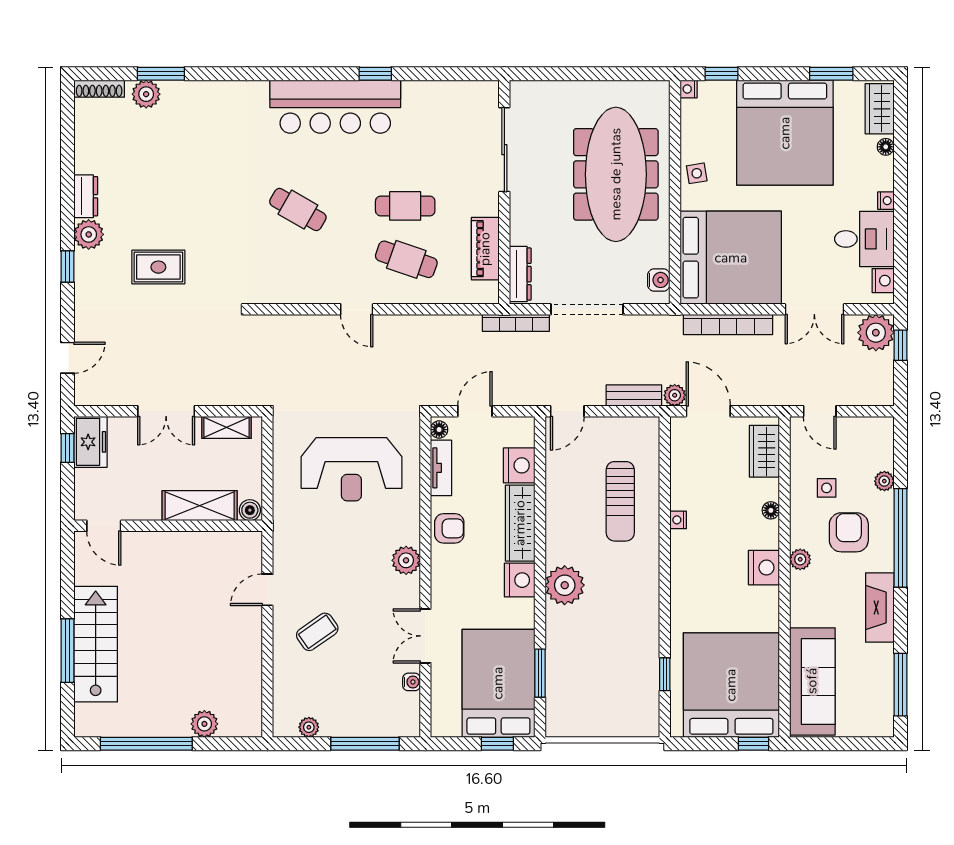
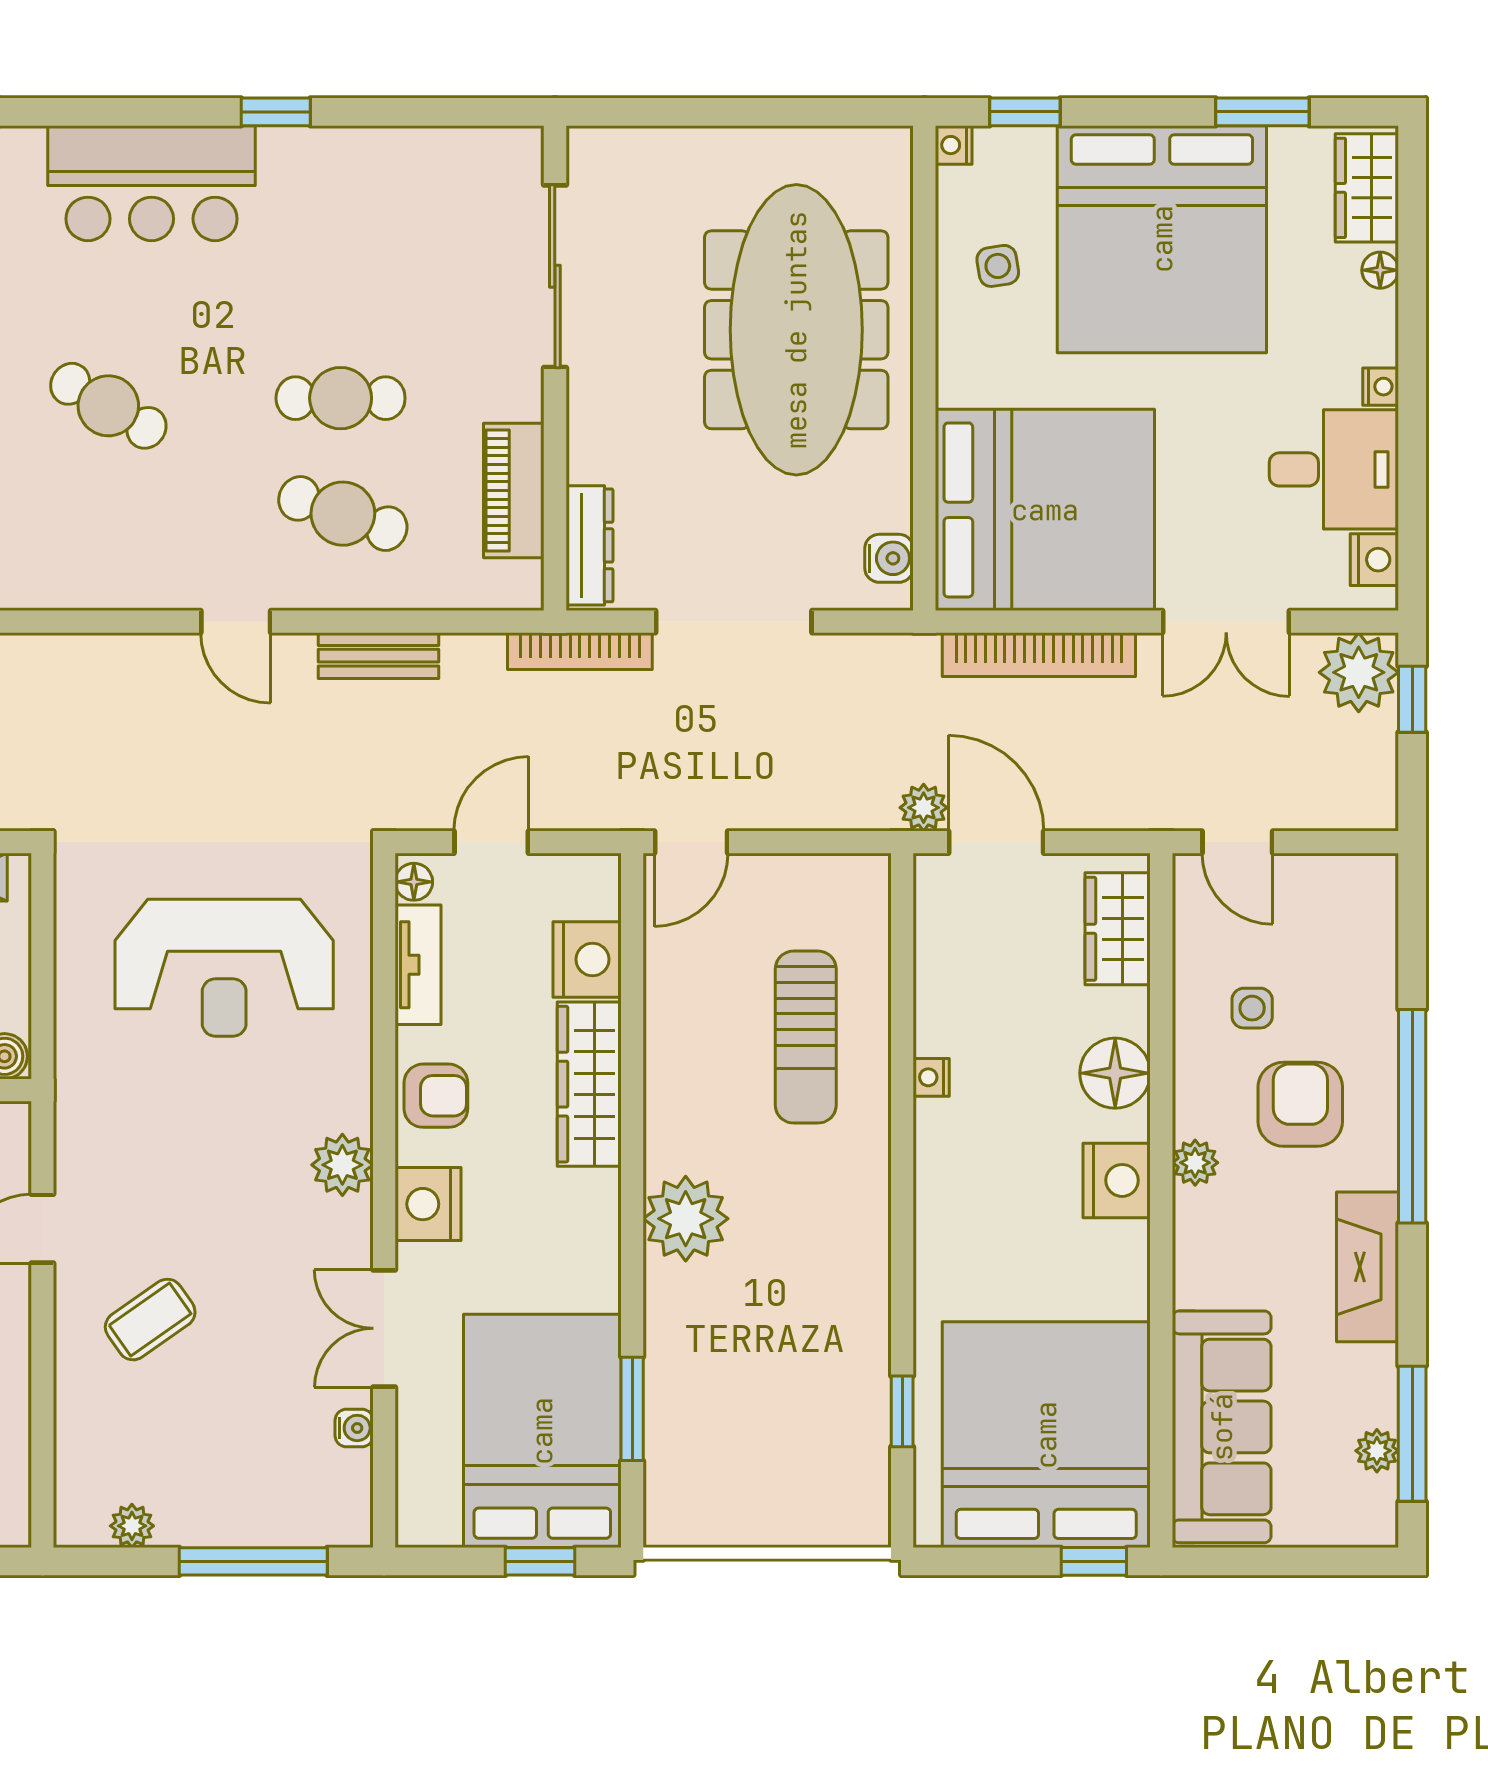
bar counter: (335, 107) -> (152, 183), width x0.73
side table: (697, 173) -> (998, 266), moved
bench: (634, 395) -> (379, 656), moved
plant: (884, 481) -> (1377, 1451), moved
floor lamp: (771, 510) -> (1115, 1073), width x1.89, depth x1.89
nightstand: (520, 580) -> (428, 1204), moved, turned 180

